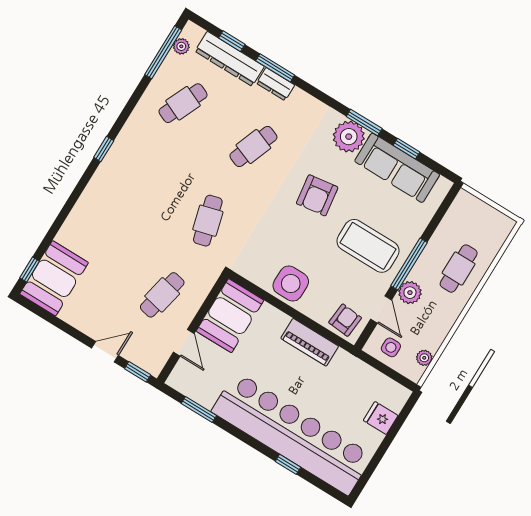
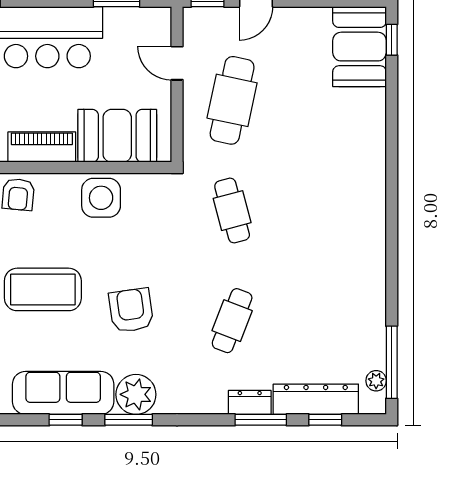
cafe table: (183, 103) -> (337, 321), removed
window: (104, 149) -> (392, 219), removed
cafe table: (162, 295) -> (232, 100), width x1.37, depth x1.35
booth: (230, 316) -> (117, 136), moved, turned 90

